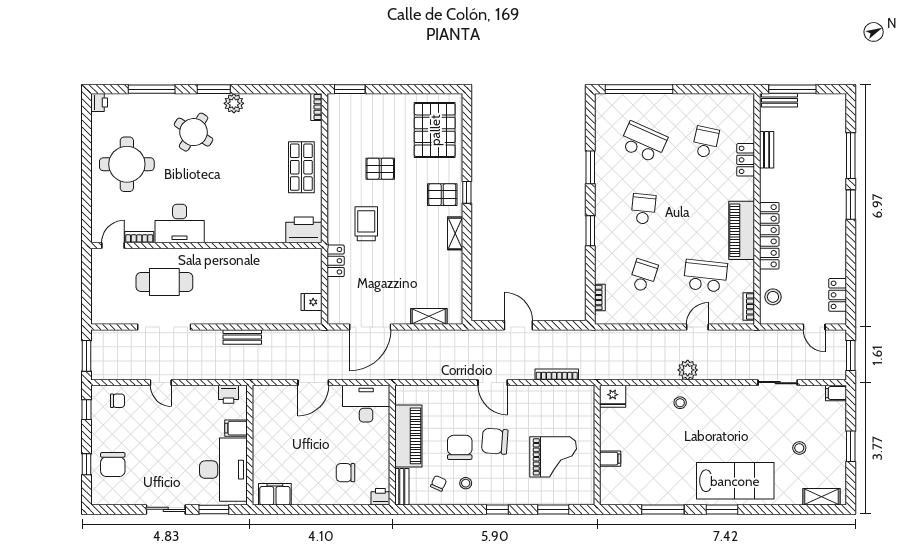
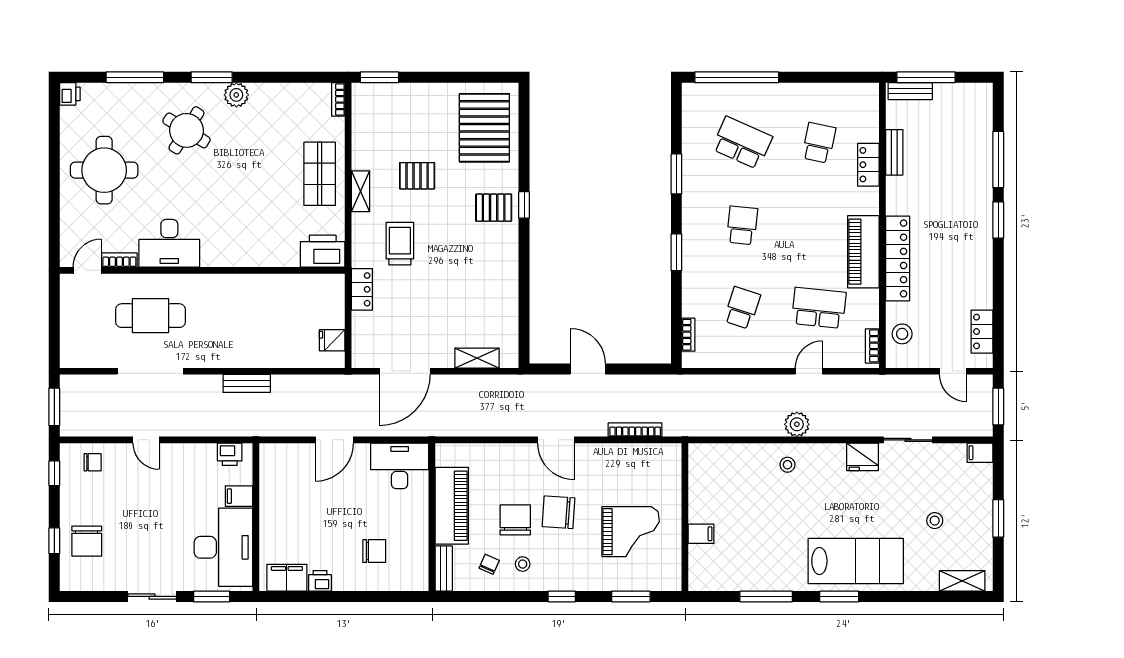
shelving: (455, 233) -> (361, 191), moved
fridge: (613, 396) -> (862, 457), moved
chair: (346, 473) -> (374, 551), turned 180
printer: (380, 497) -> (320, 581), moved

